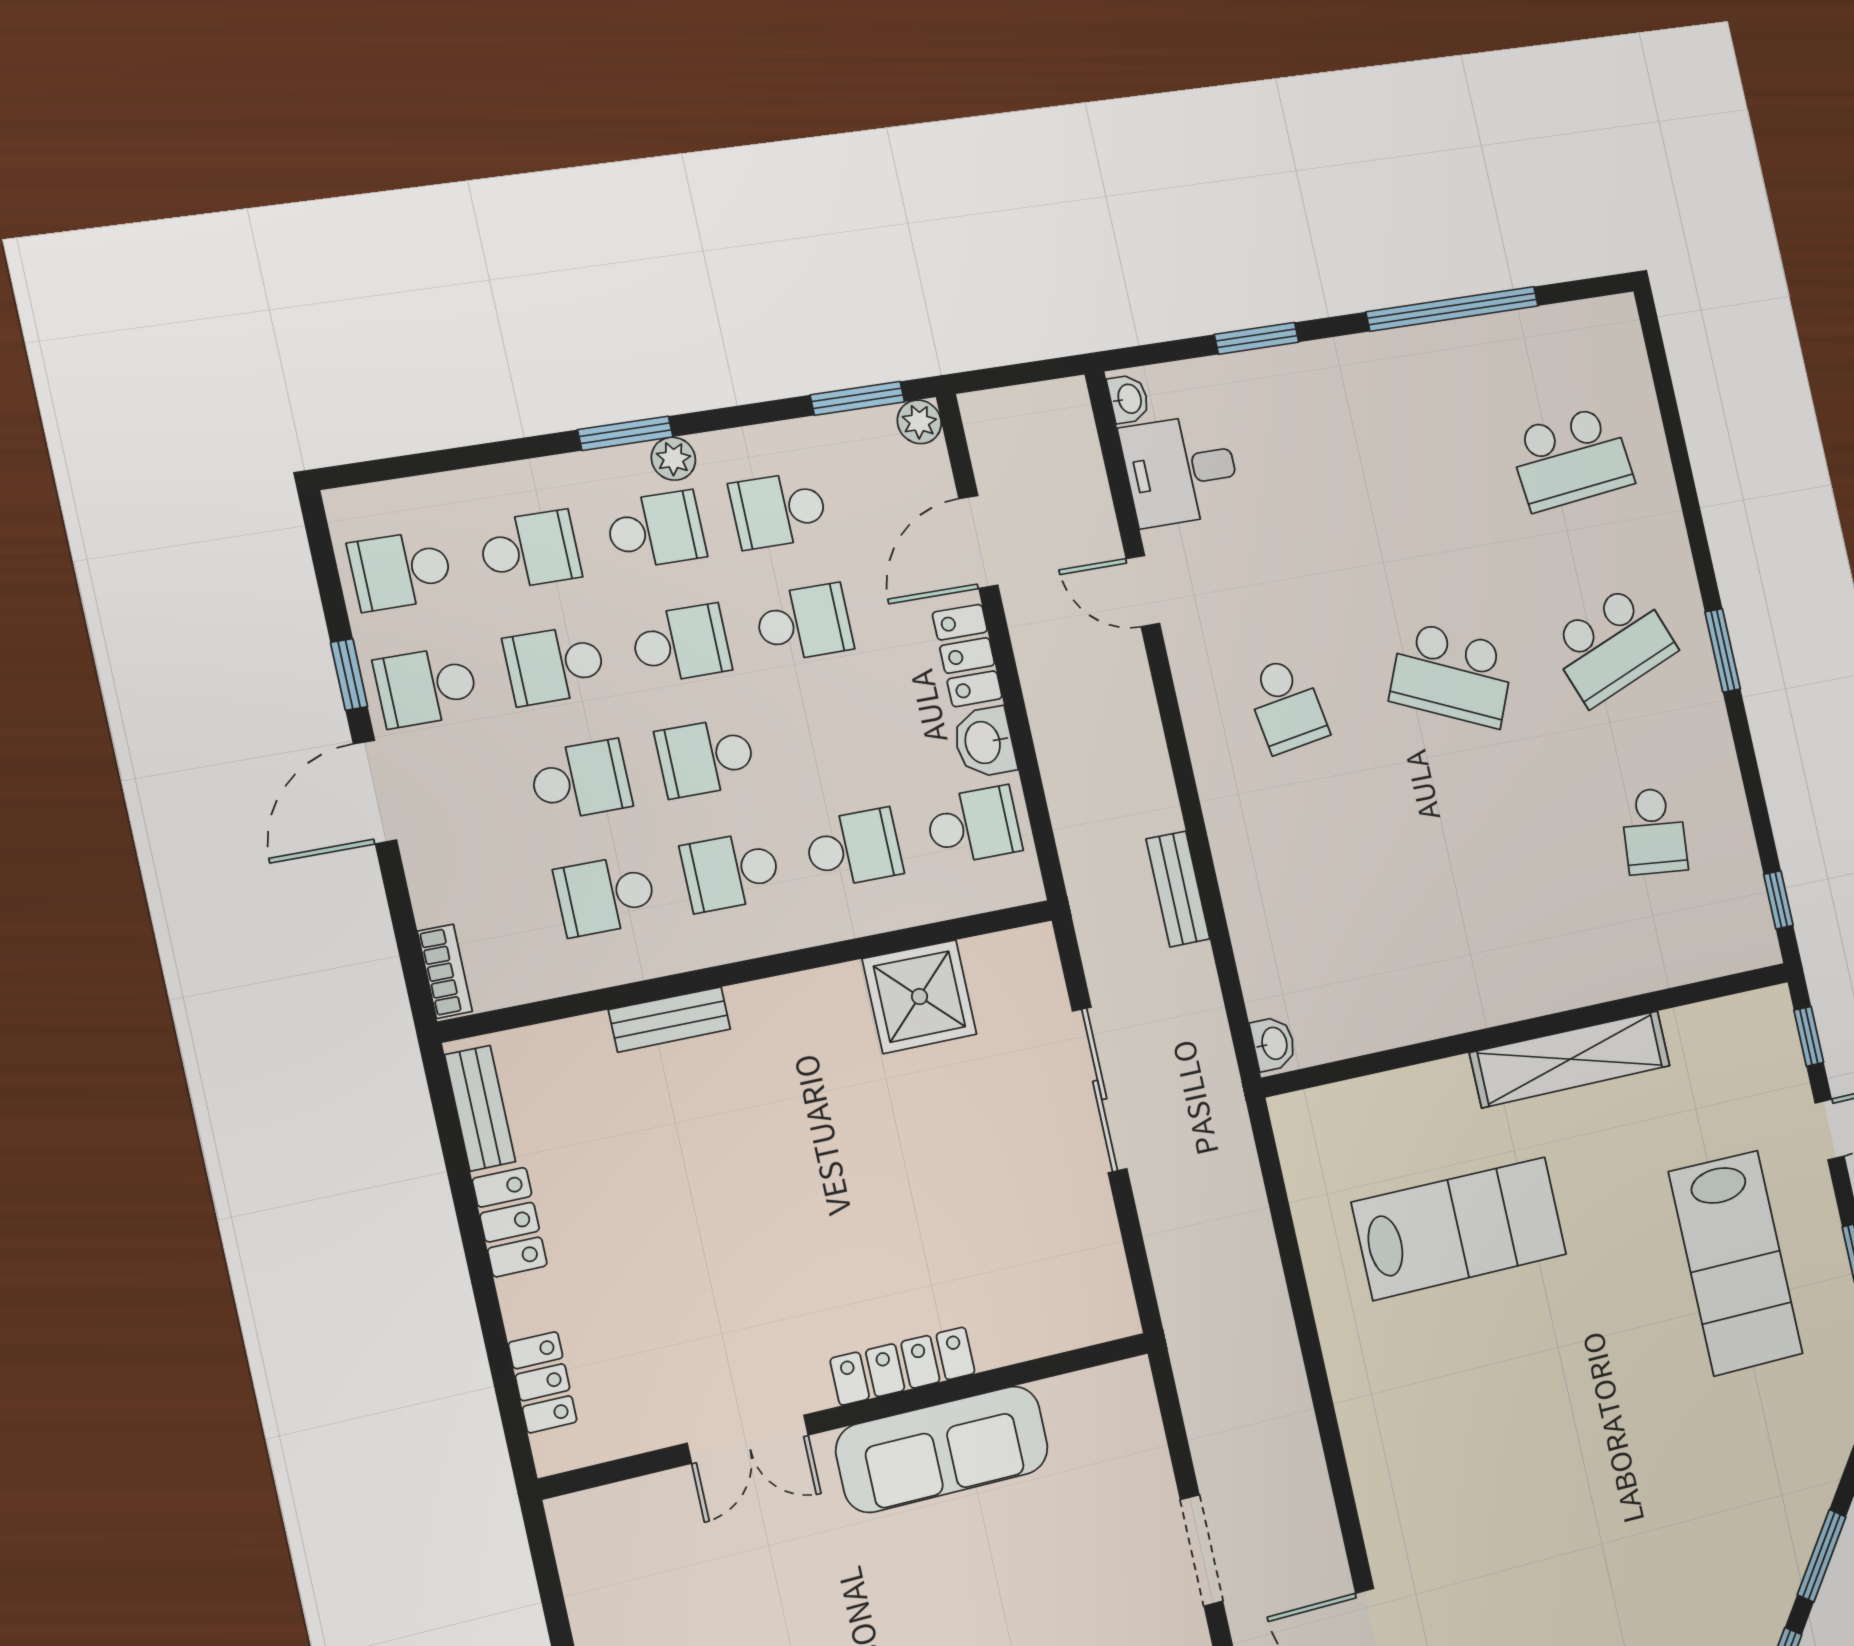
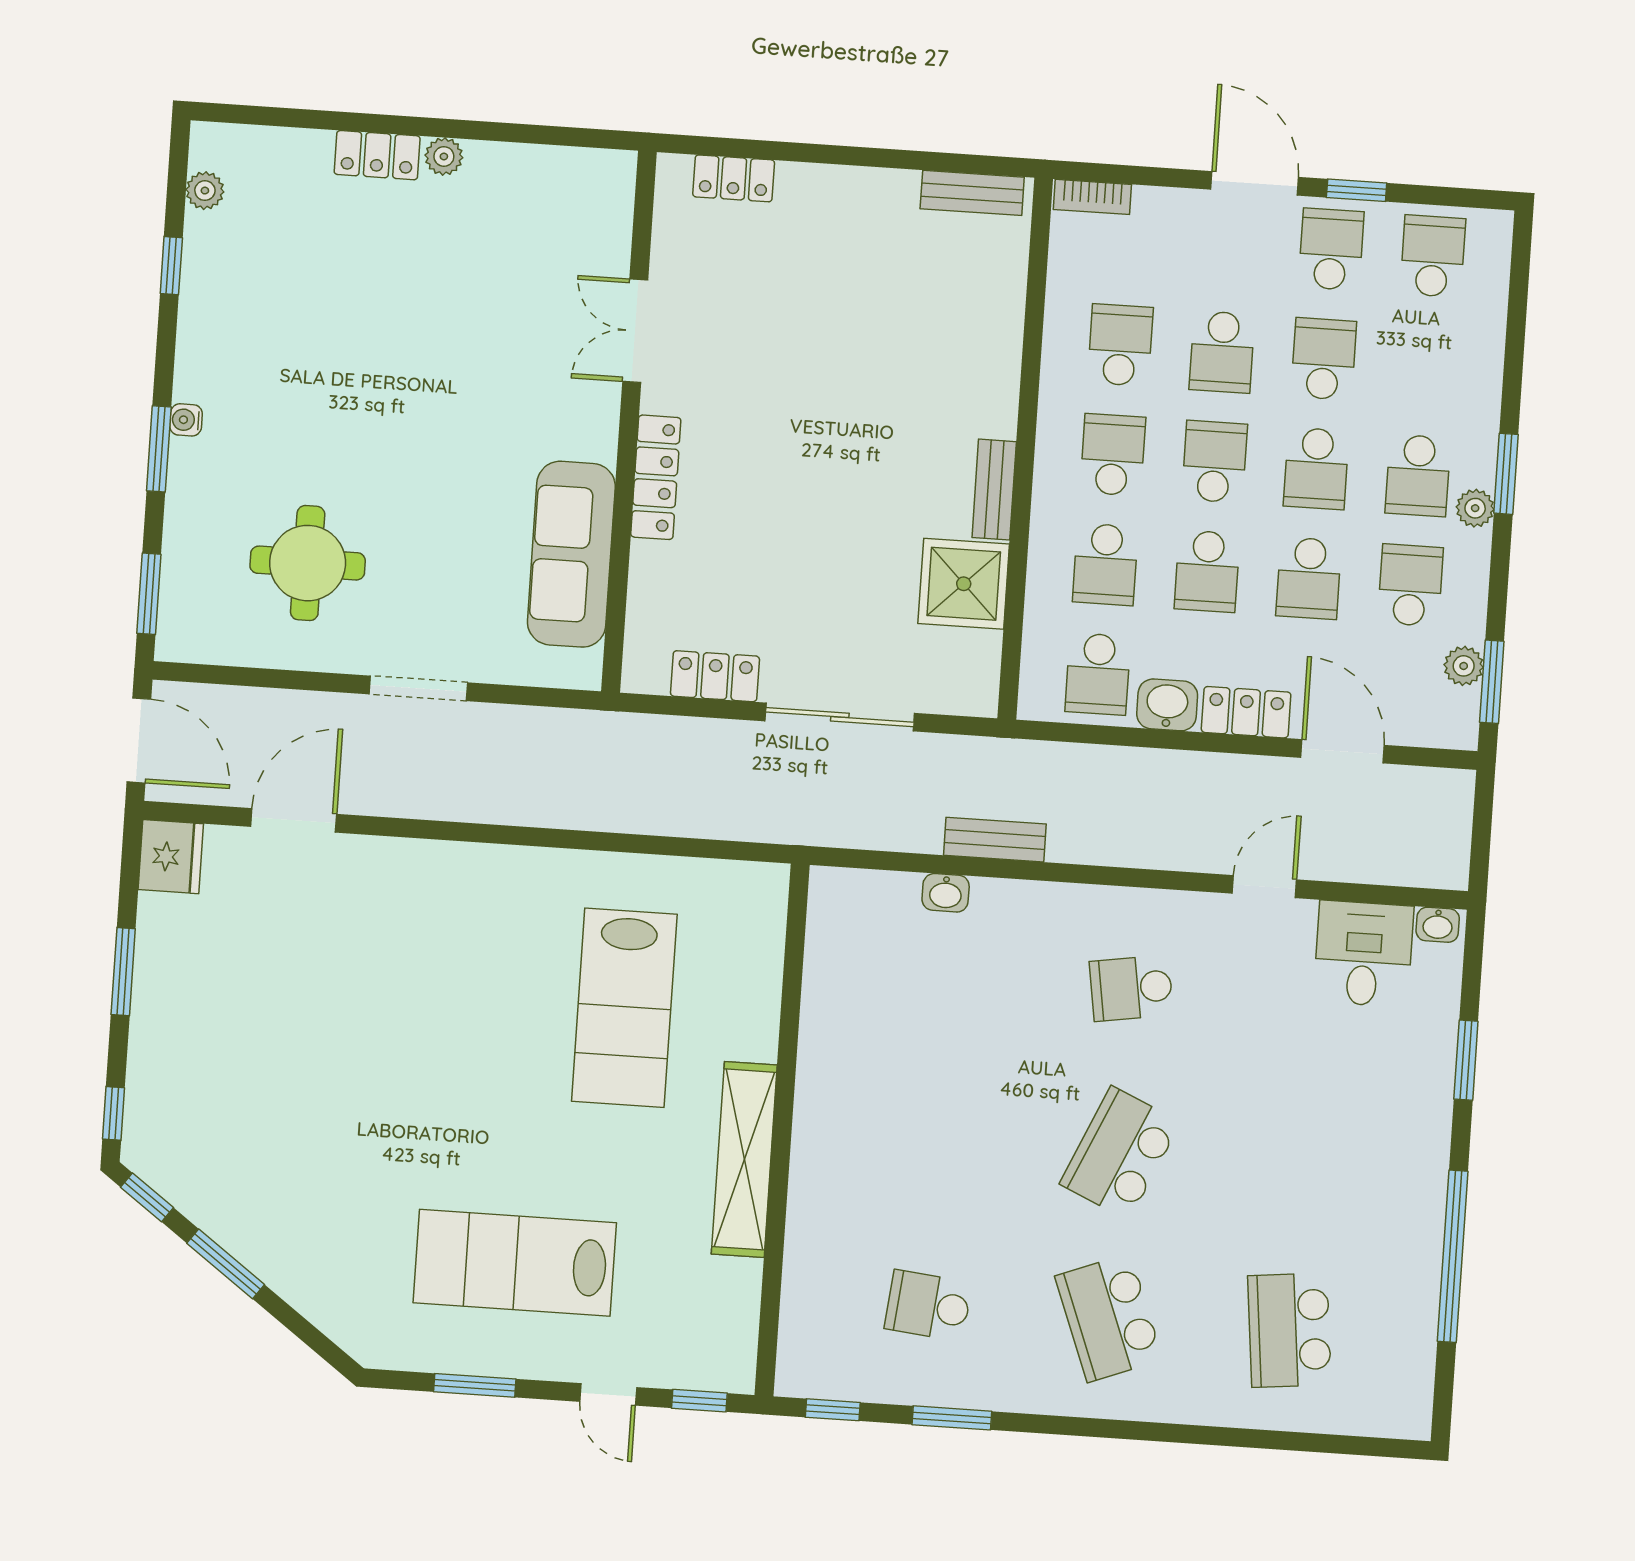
plant: (919, 422) -> (1464, 666), moved
school desk: (530, 550) -> (1207, 571), moved
window: (1723, 650) -> (952, 1418), moved
bench: (670, 1019) -> (994, 490), moved
washbasin: (1273, 1044) -> (946, 893), moved
locker: (510, 1222) -> (715, 676), moved, turned 180
sofa: (942, 1449) -> (571, 554), moved

